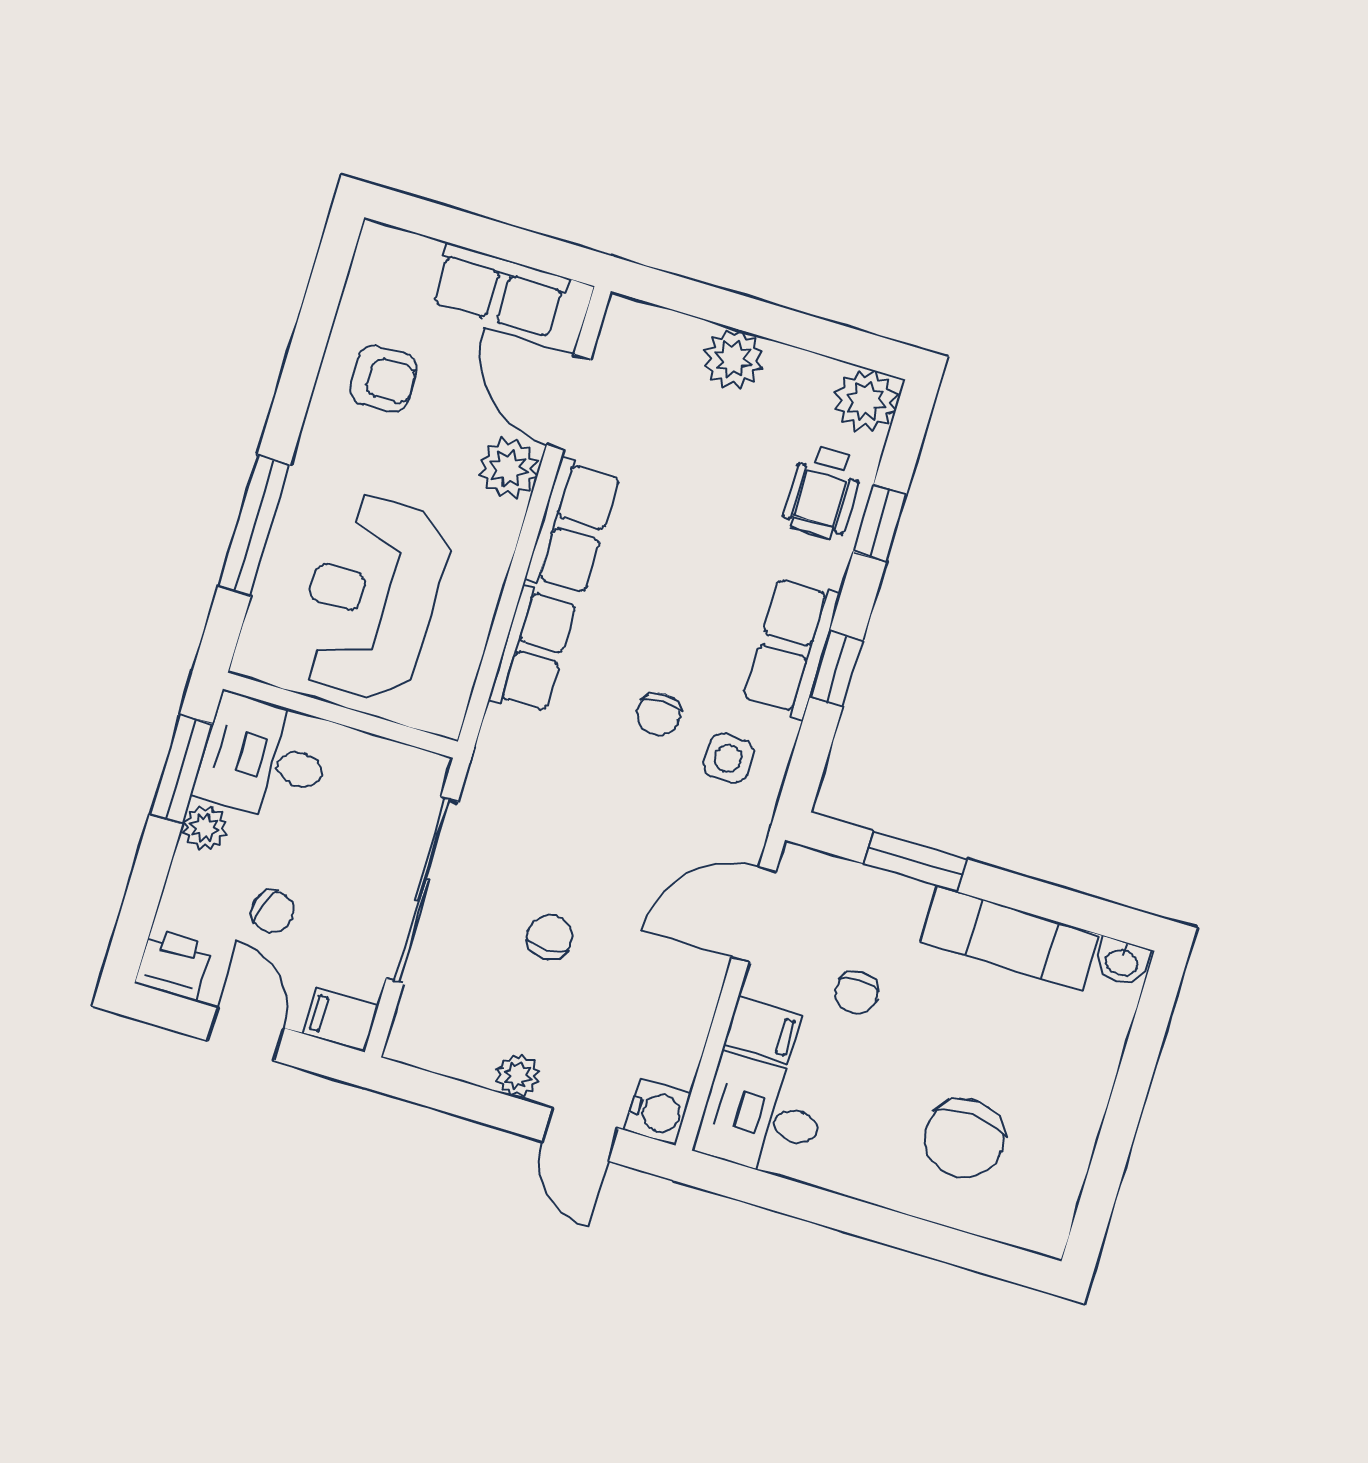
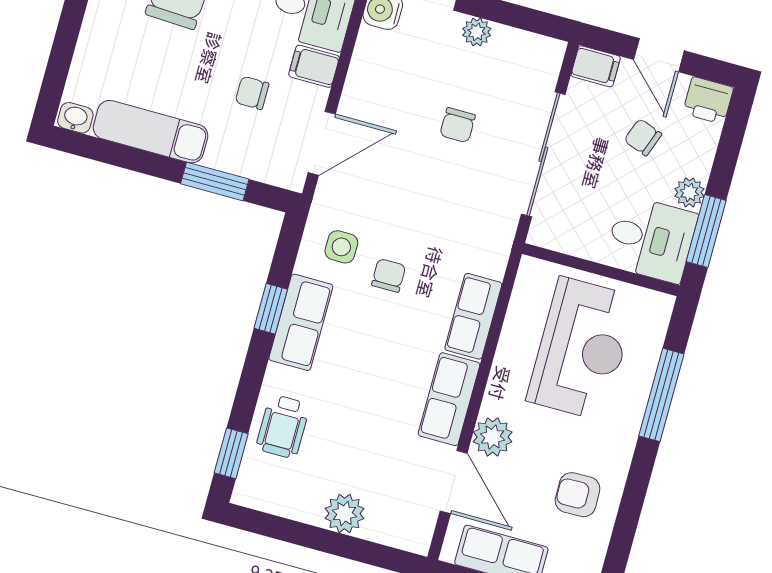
plant: (866, 401) -> (256, 488), removed
wheelchair: (822, 492) -> (283, 426), turned 180
window: (880, 523) -> (231, 453), moved
chair: (856, 993) -> (252, 93), turned -90

